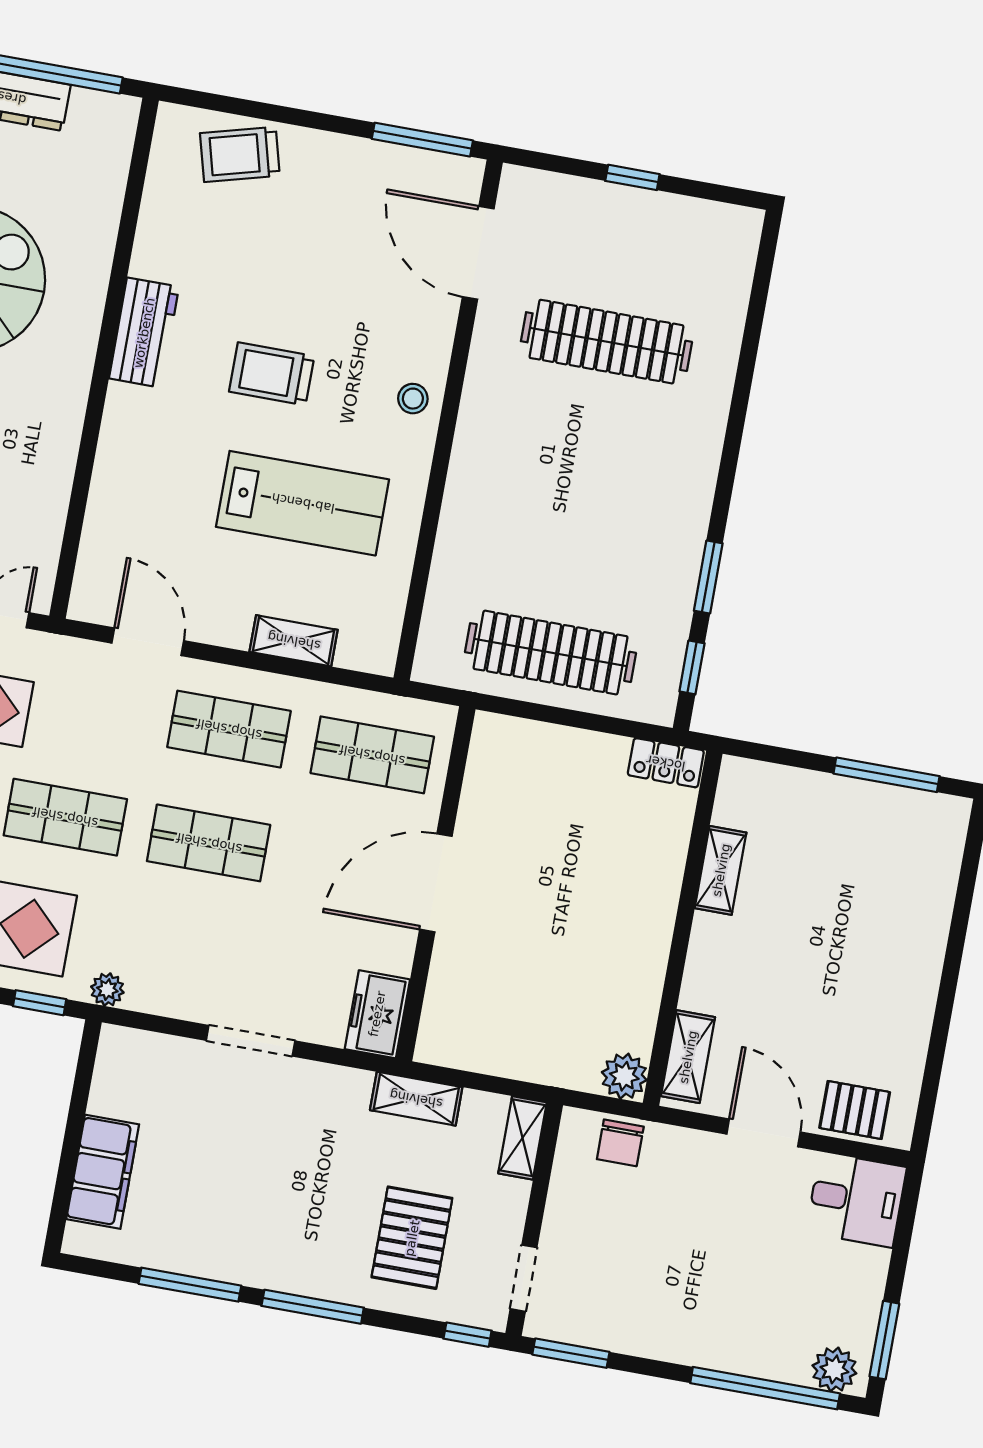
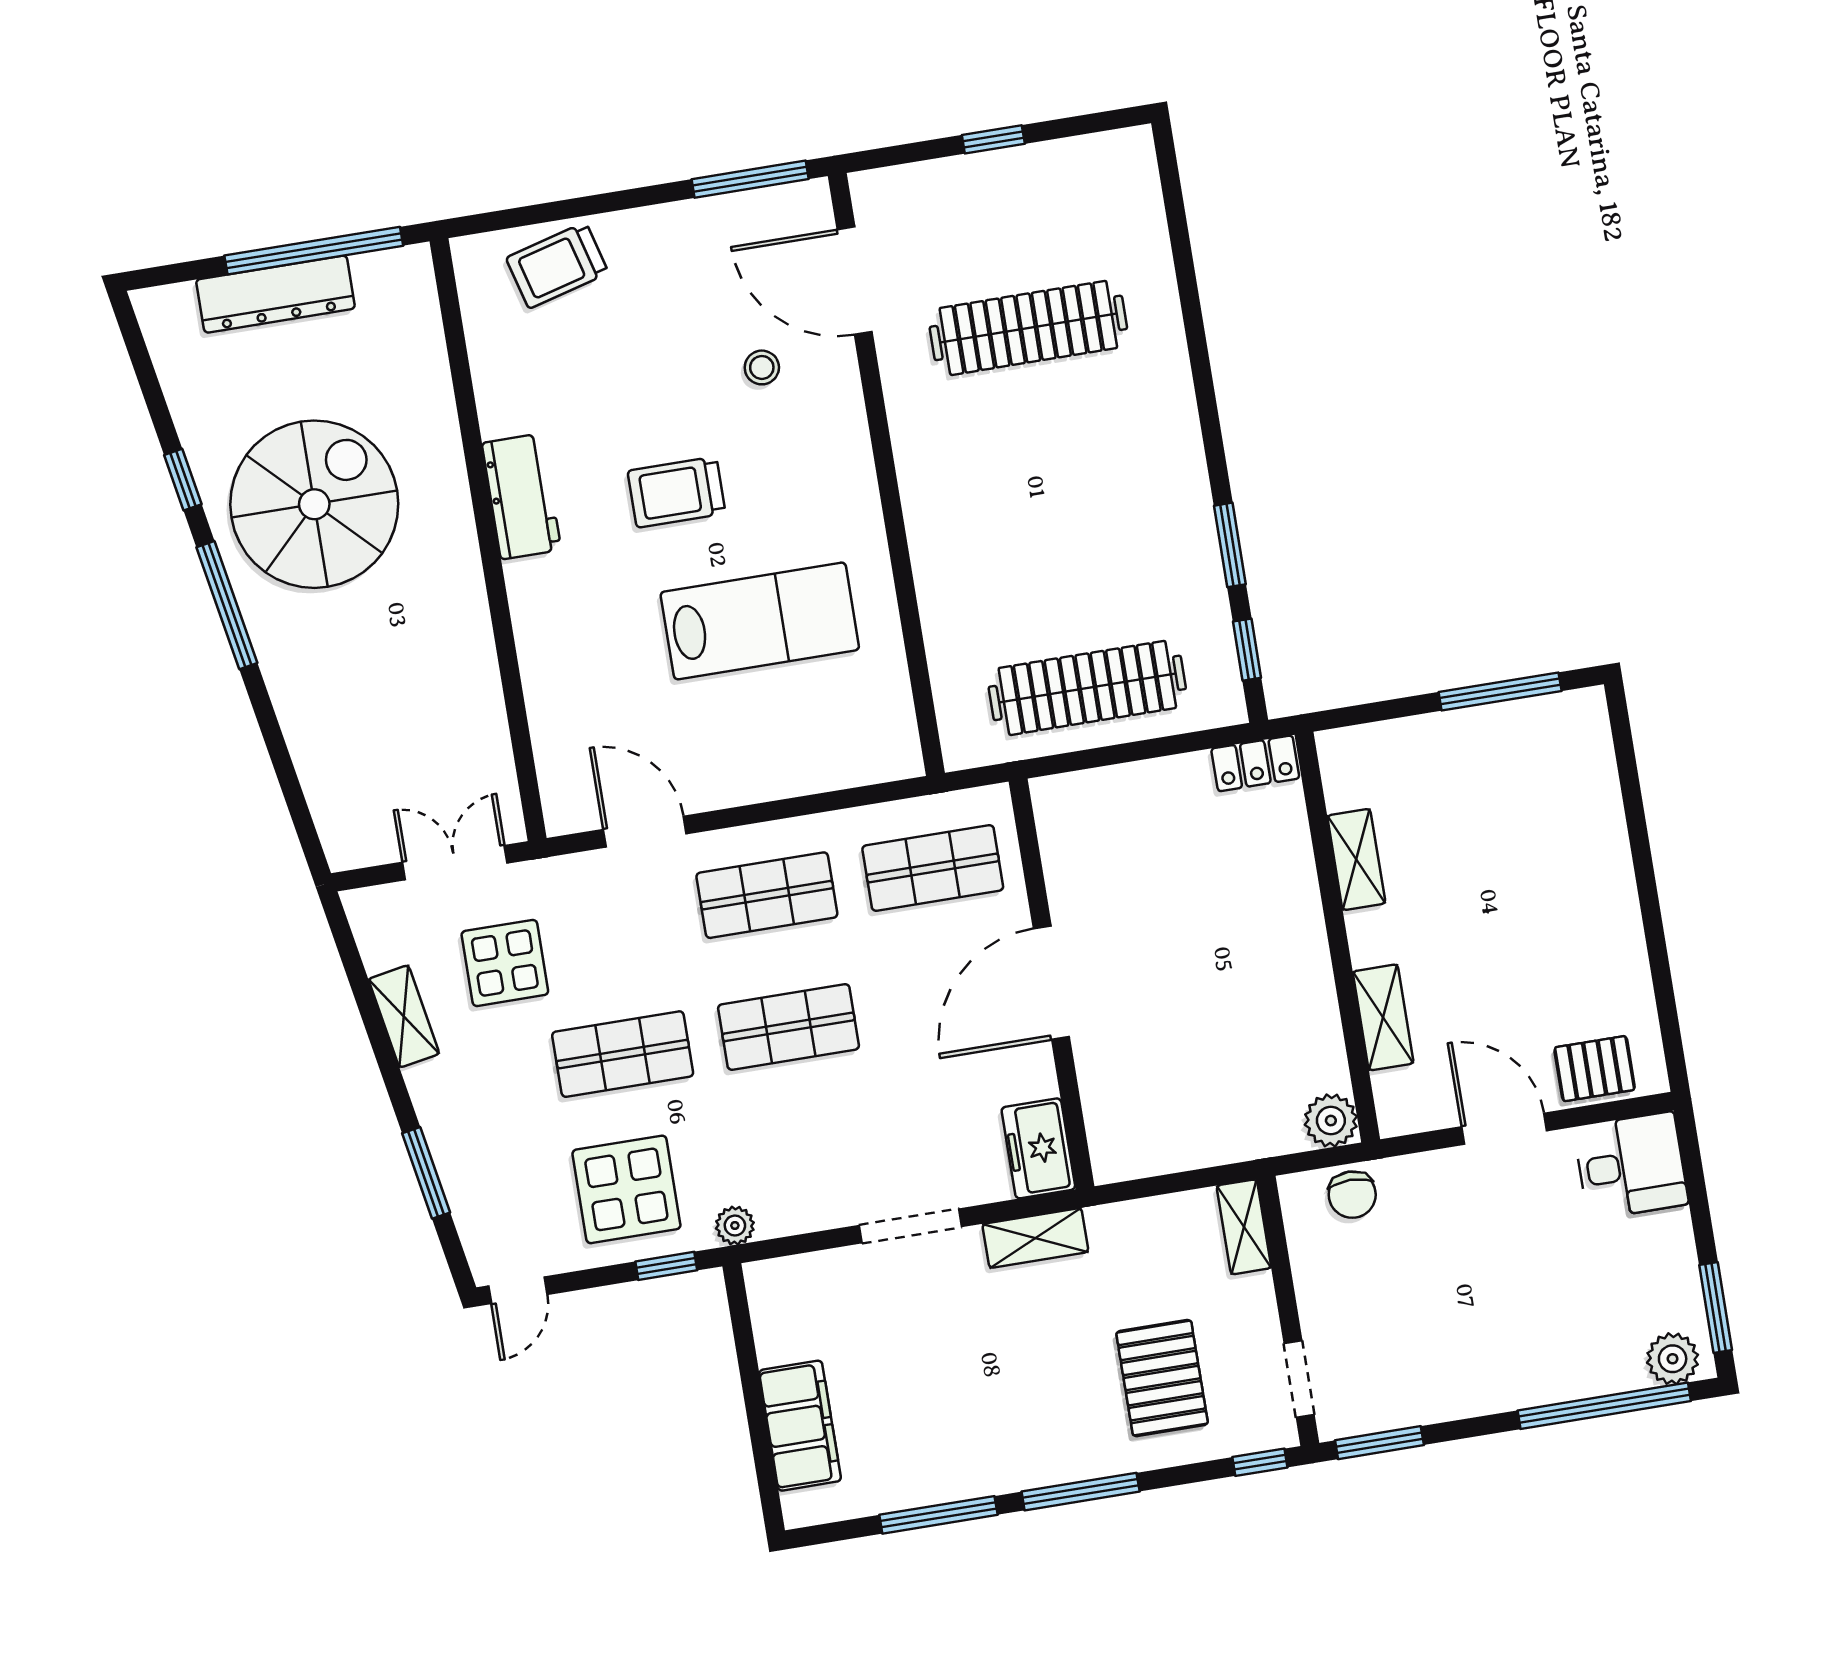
stool: (413, 399) -> (762, 367), moved
shelving: (294, 641) -> (803, 774), removed
shelving: (688, 1057) -> (1383, 1017), moved
shelving: (416, 1099) -> (1035, 1238), moved

